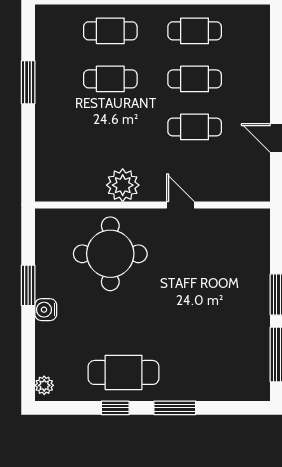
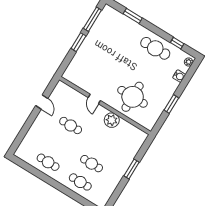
cafe table: (195, 79) -> (59, 144), removed
window: (28, 82) -> (131, 169), moved
water cooler: (46, 310) -> (179, 76), moved
window: (115, 408) -> (177, 43), moved
window: (175, 408) -> (133, 16), moved

